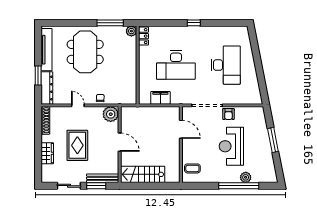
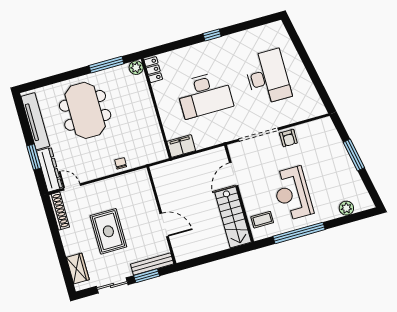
filing cabinet: (160, 98) -> (181, 146), moved
door: (78, 105) -> (72, 187), moved
plant: (111, 114) -> (139, 180), removed
door: (181, 129) -> (234, 174), swing flipped
door: (120, 142) -> (164, 225), moved
reception desk: (231, 146) -> (292, 193), moved
wardrobe: (47, 153) -> (78, 269), moved
stairs: (143, 174) -> (233, 217), moved, turned -90
plant: (246, 177) -> (346, 208), moved
window: (239, 186) -> (299, 233), moved

